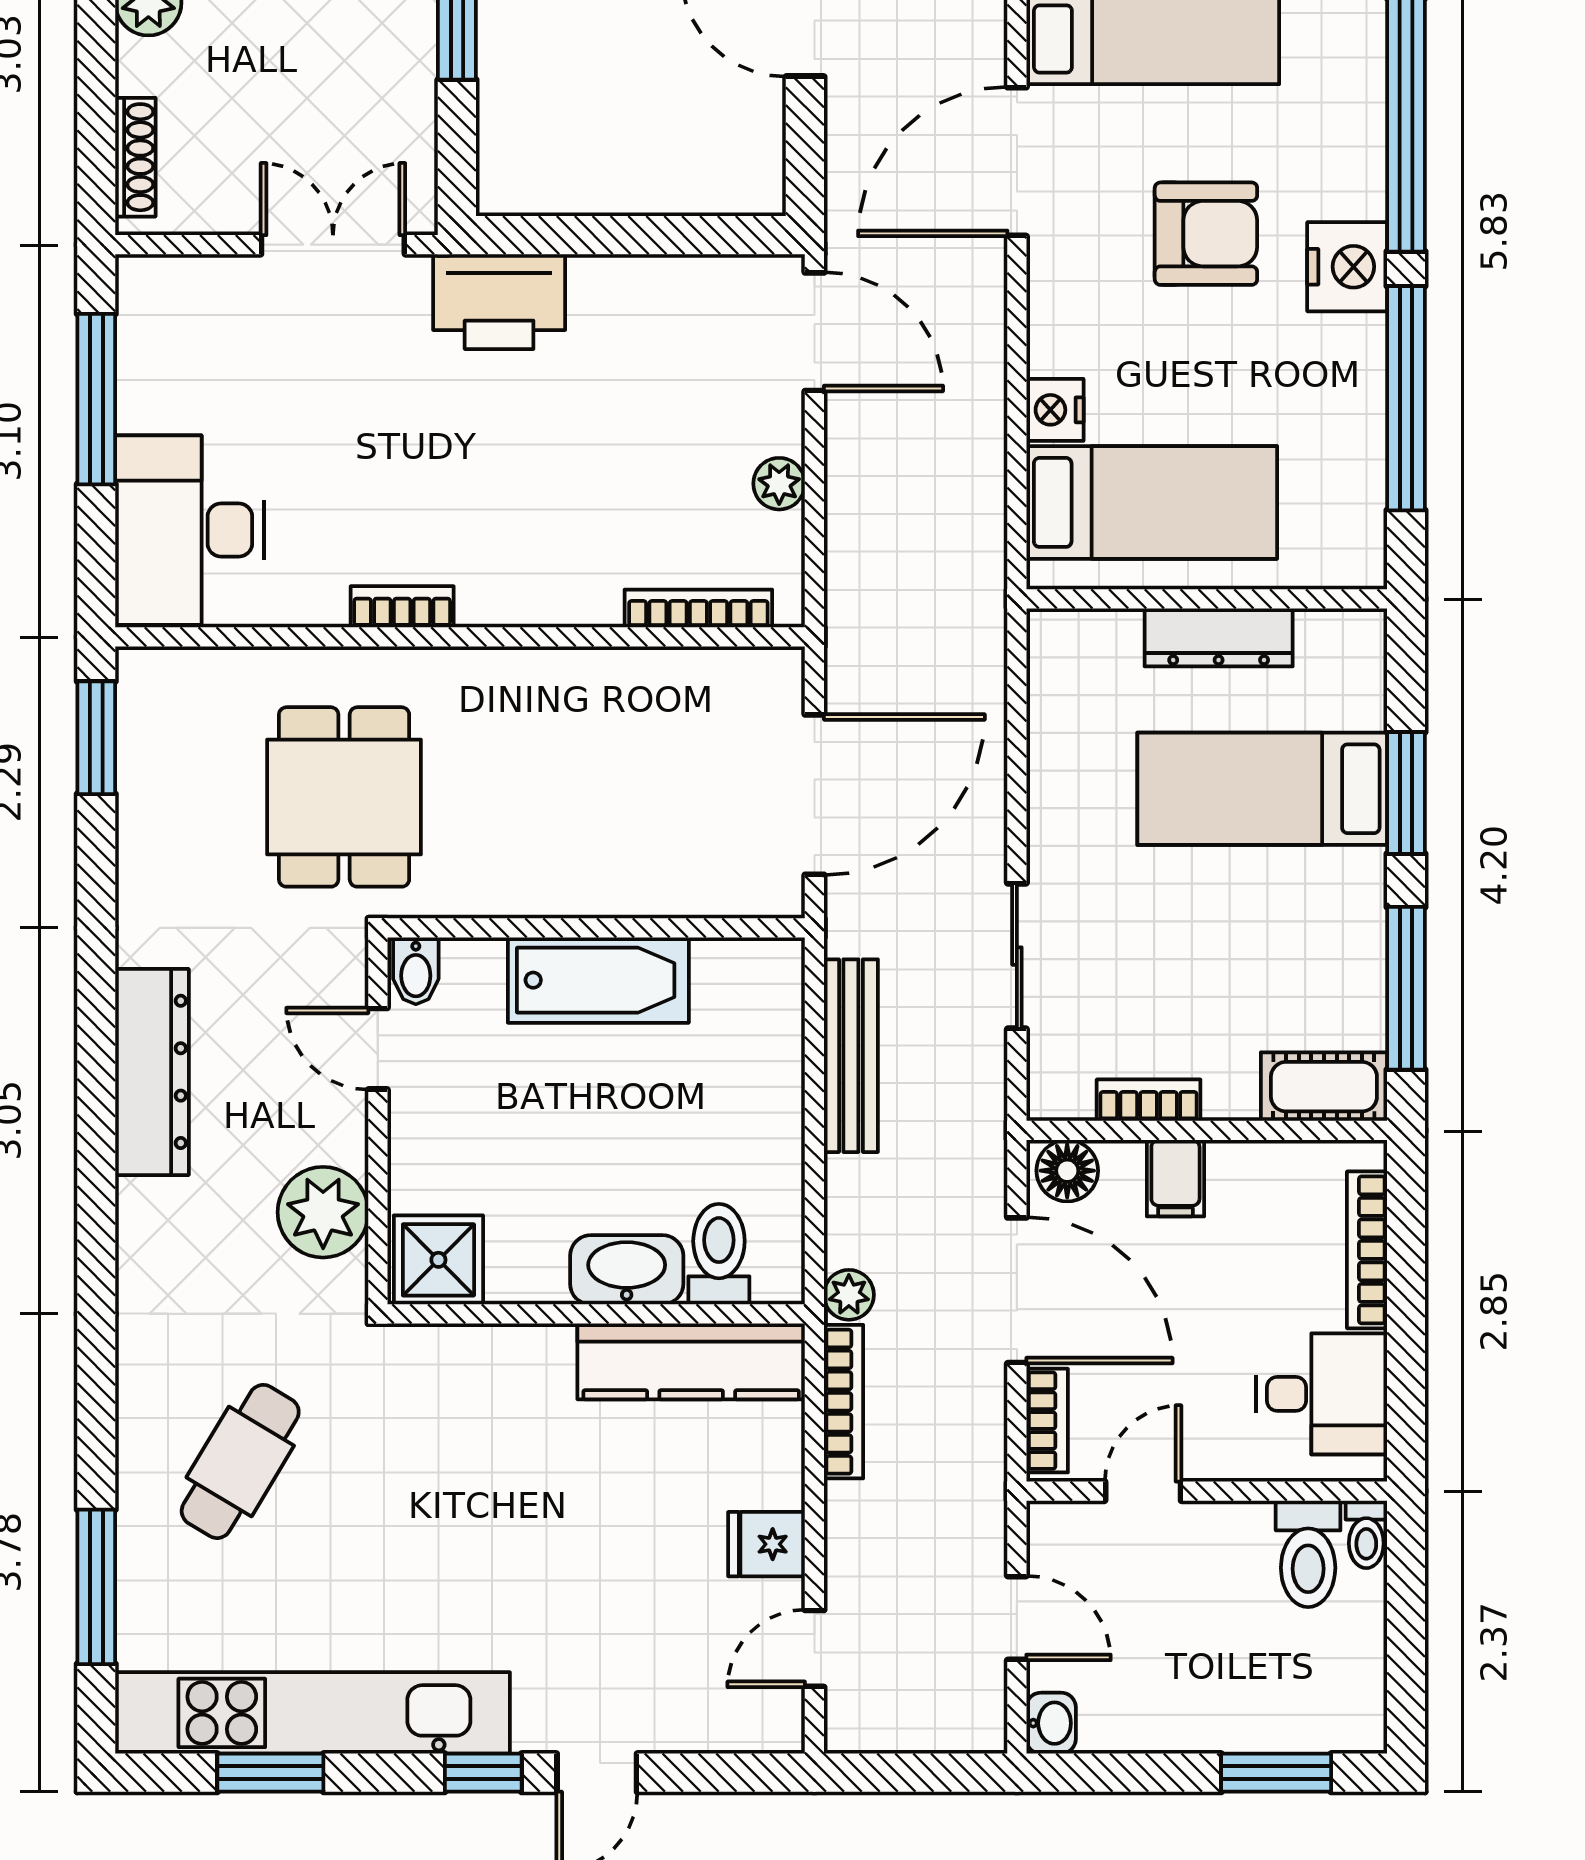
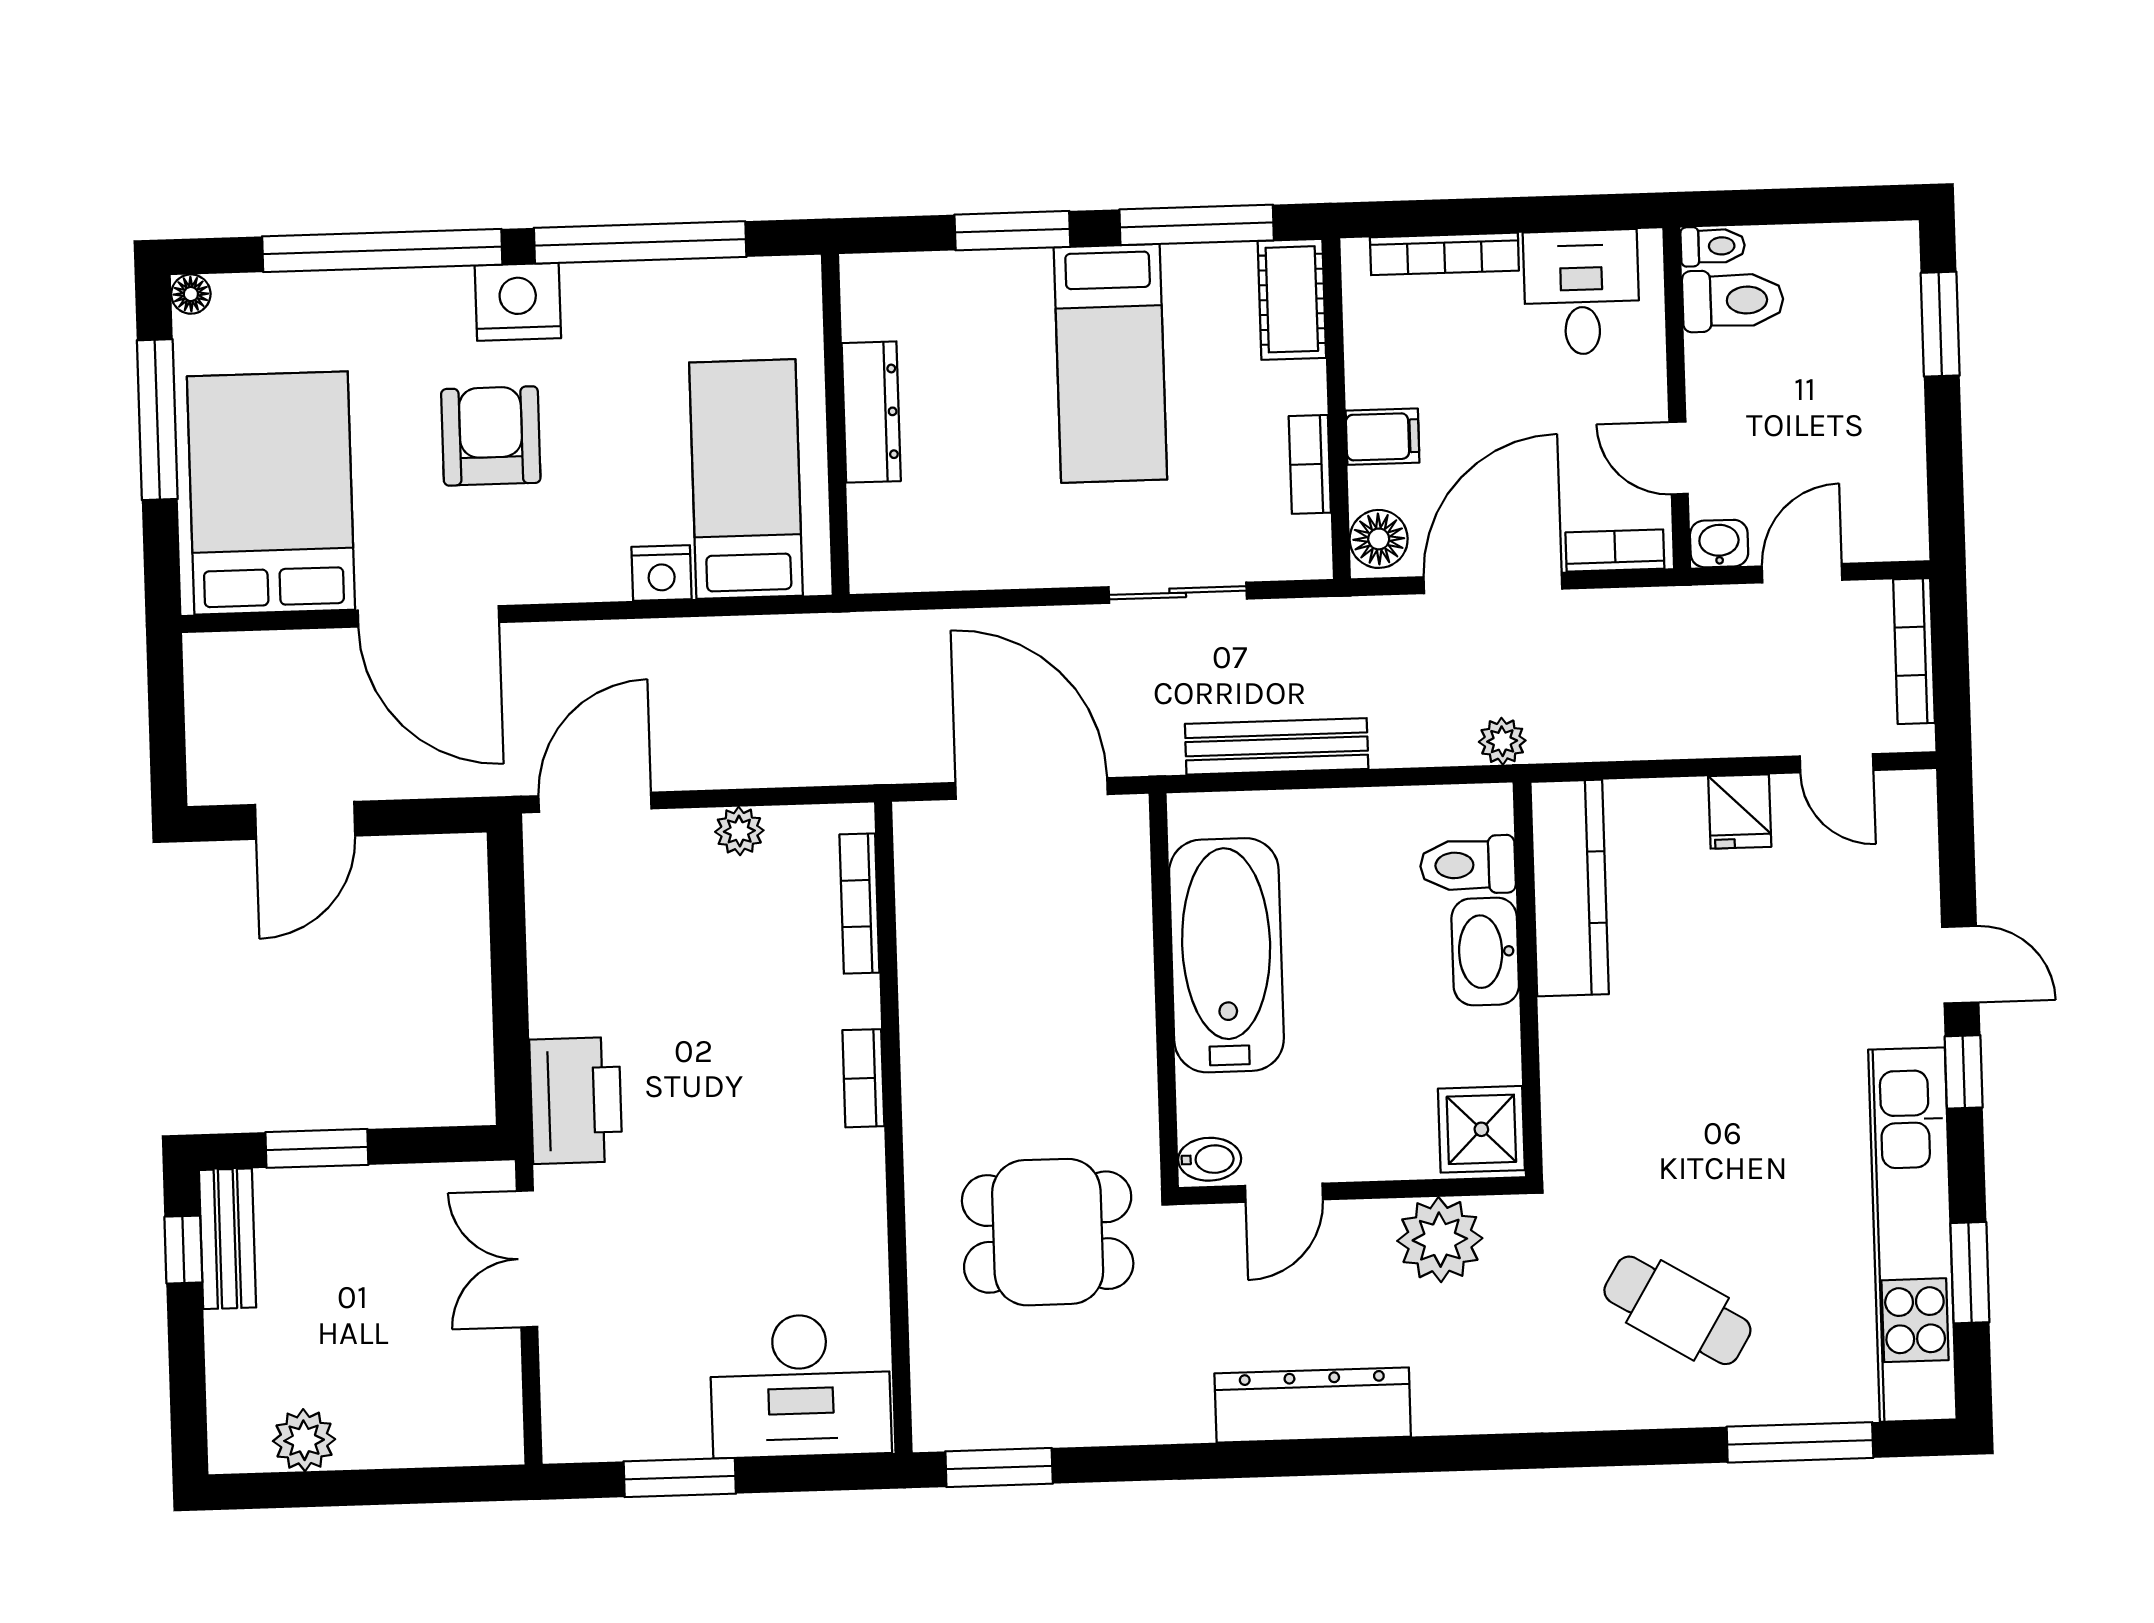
shoe rack: (135, 157) -> (450, 1448), removed
window: (96, 399) -> (680, 1478), width x0.69
bookcase: (402, 607) -> (863, 1078), moved
bed: (1262, 789) -> (1110, 363), moved
bathtub: (598, 980) -> (1226, 955), width x1.36, depth x1.36
bookcase: (844, 1402) -> (1914, 651), moved, turned -90
washbasin: (1051, 1723) -> (1719, 544), moved

